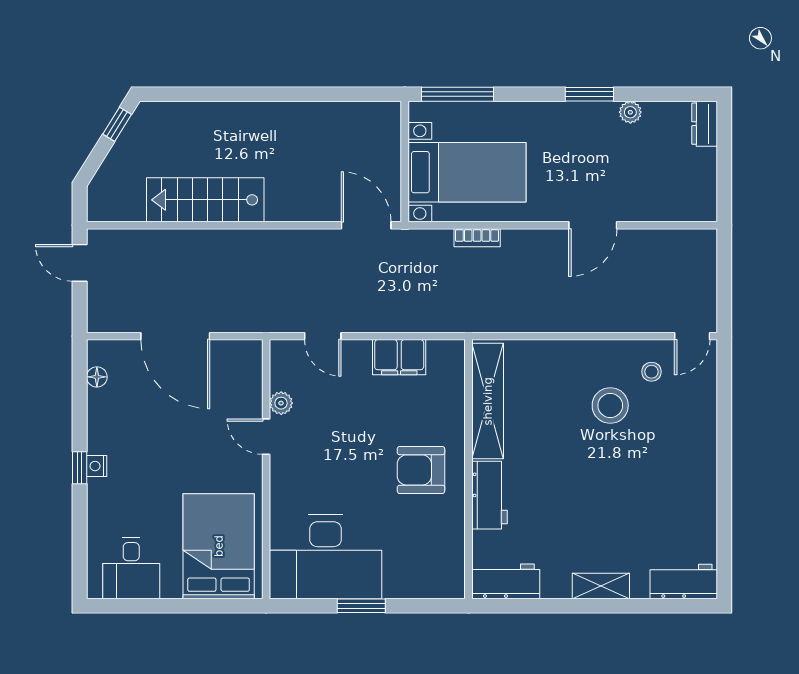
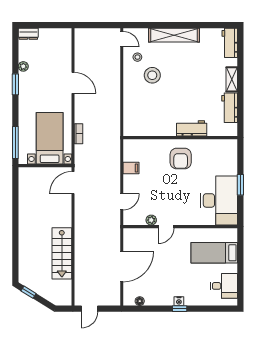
filing cabinet: (399, 357) -> (131, 168), width x0.50
shelving: (488, 401) -> (174, 35), moved
bed: (219, 546) -> (214, 253), width x0.67
workbench: (506, 581) -> (230, 108), moved

